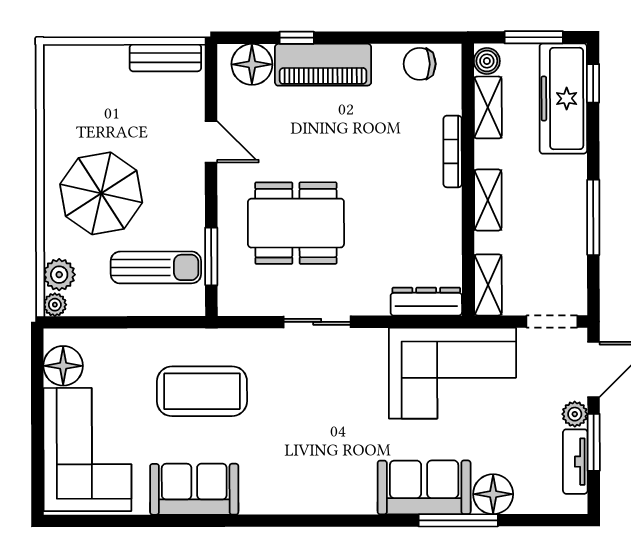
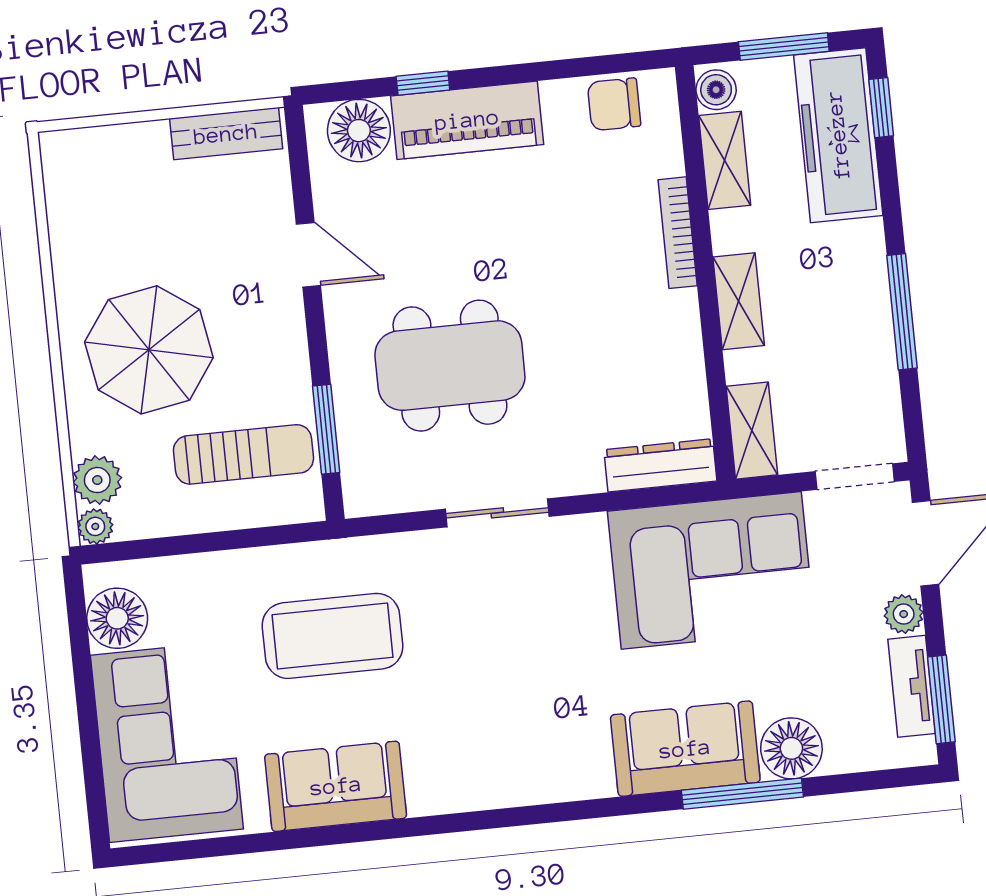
window: (594, 442) -> (941, 699), moved

